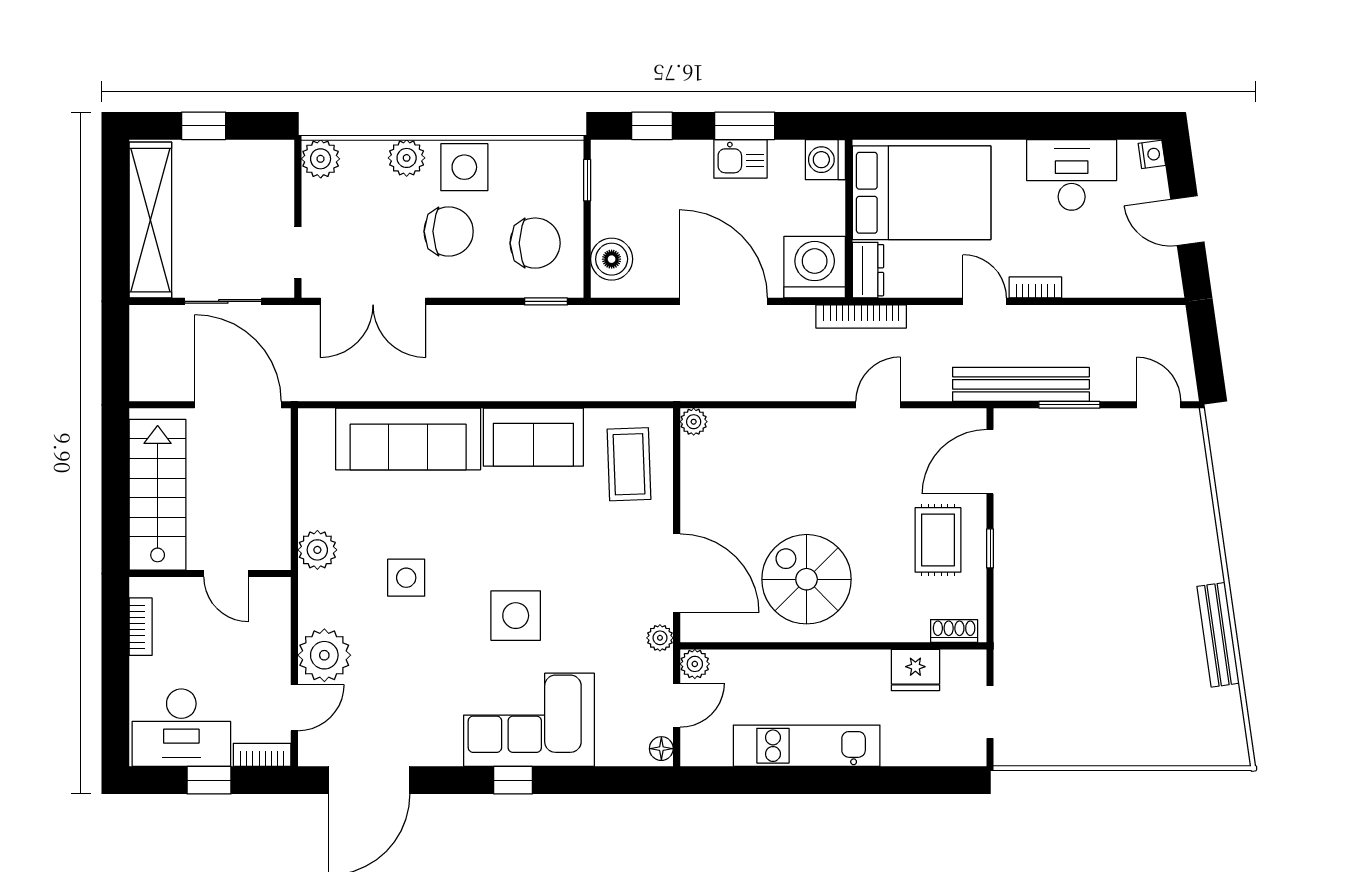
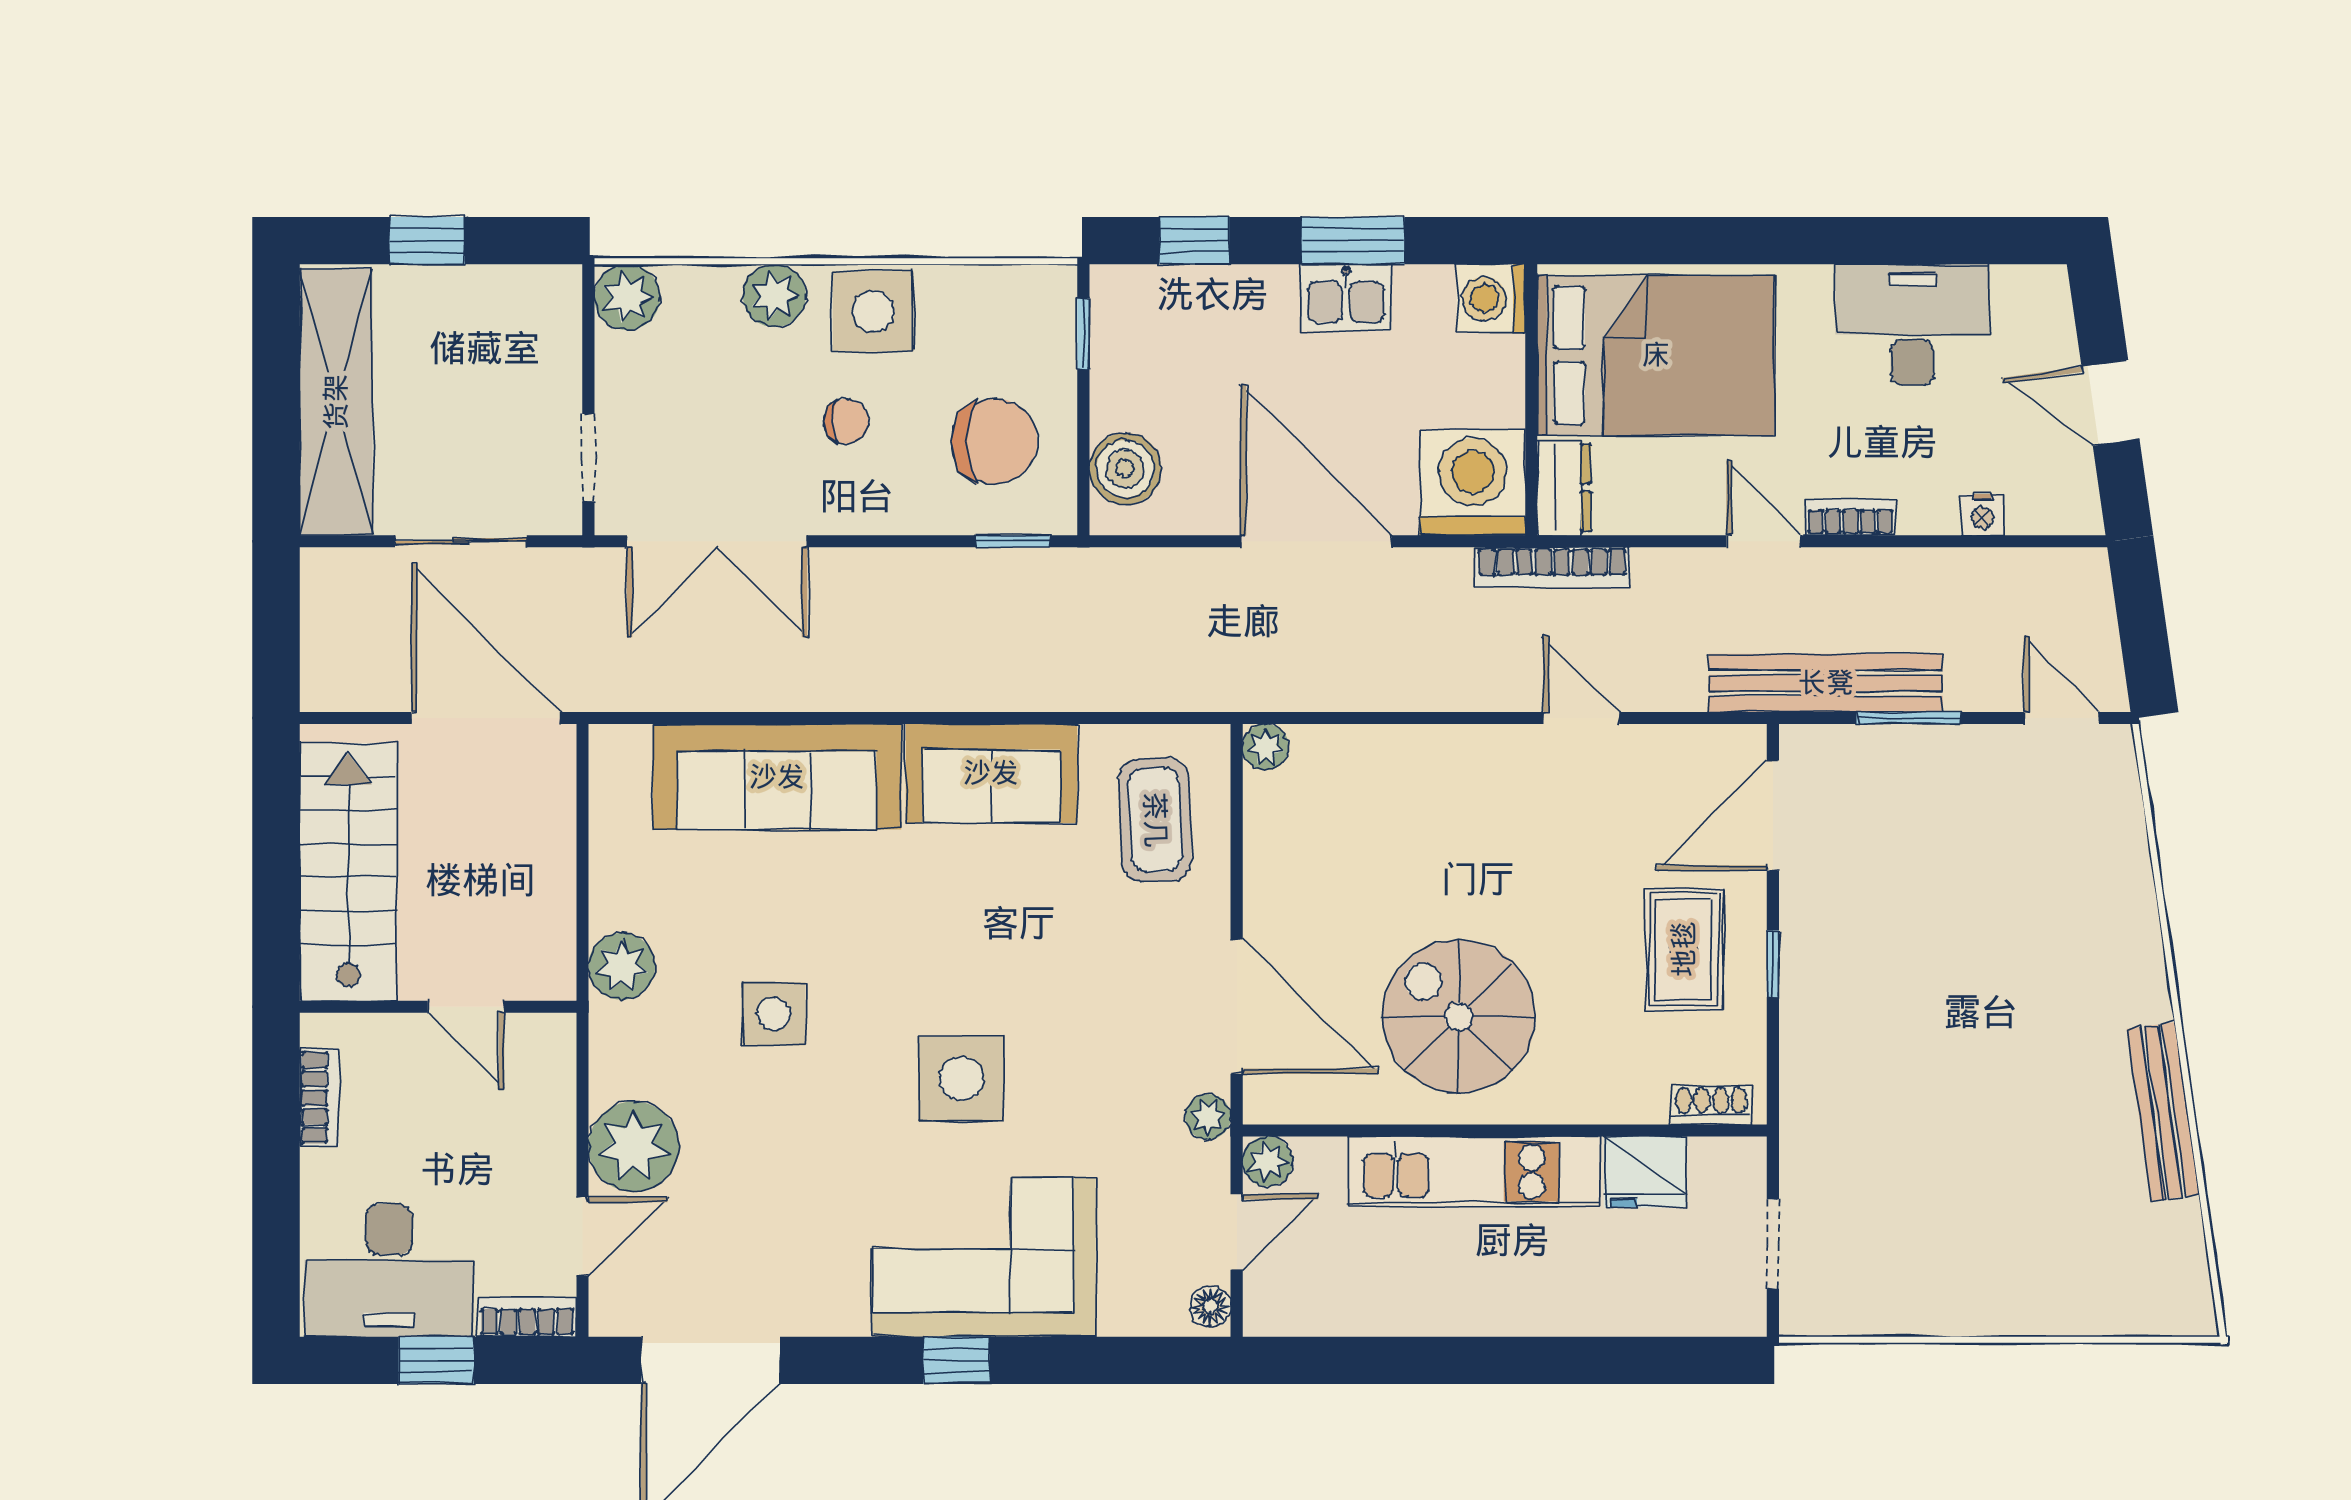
nightstand: (1152, 154) -> (1983, 515), moved, turned 98
chair: (449, 231) -> (846, 421), width x0.54, depth x0.54
door: (878, 405) -> (1581, 718), hinge flipped
kitchen unit: (807, 746) -> (1474, 1172), moved, turned 180

